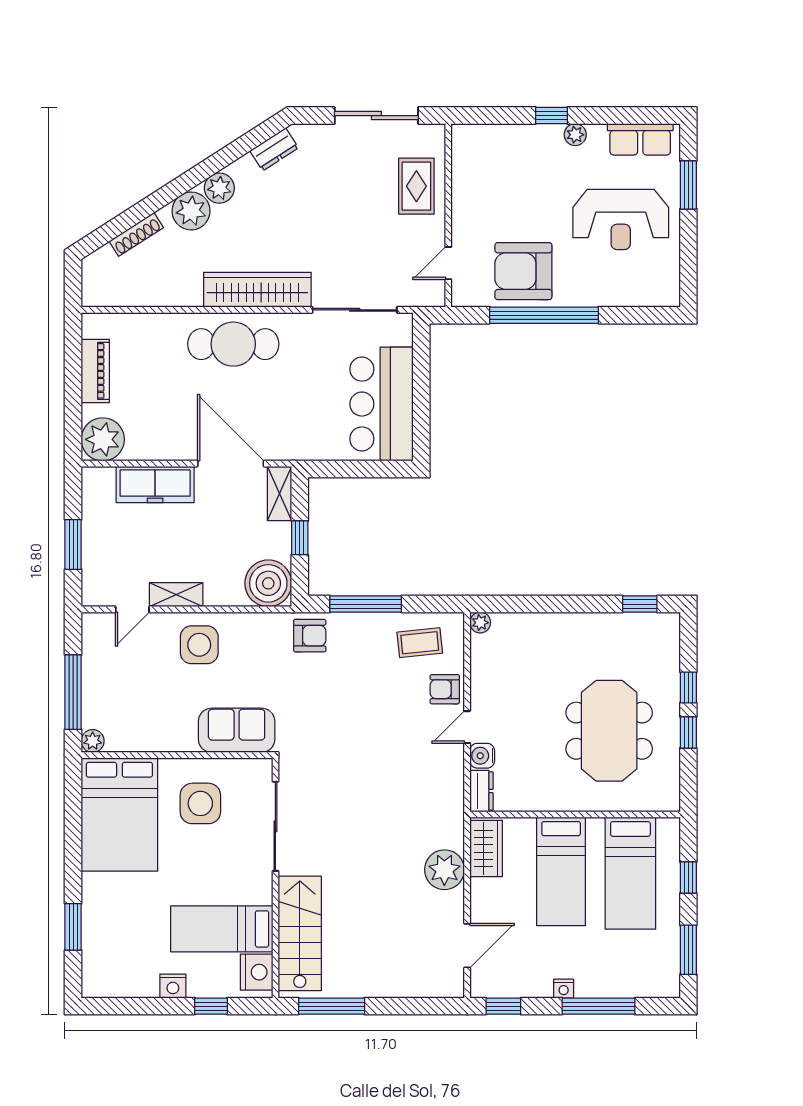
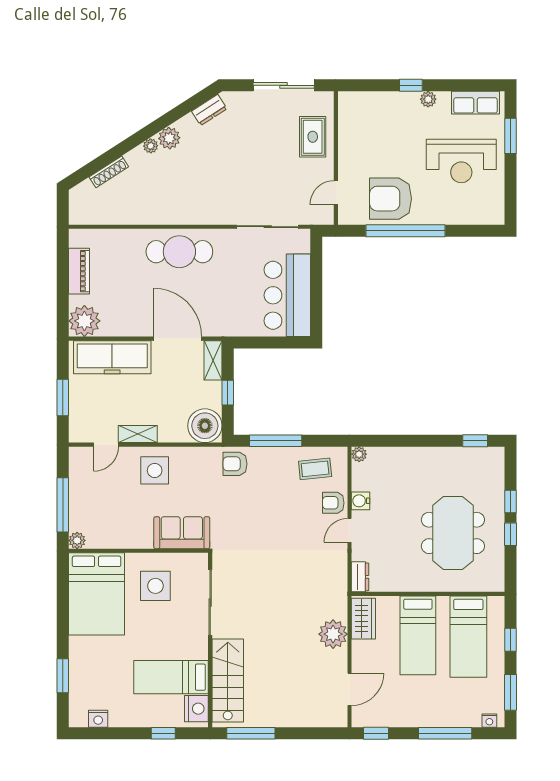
plant: (191, 211) -> (151, 146), width x0.53, depth x0.53
wardrobe: (257, 290) -> (197, 212), removed
freezer: (155, 484) -> (112, 357), width x1.36, depth x1.26
armchair: (310, 636) -> (235, 464), turned 180
water cooler: (482, 756) -> (361, 501), moved
nightstand: (173, 986) -> (98, 719), moved
nightstand: (564, 989) -> (489, 721), moved

